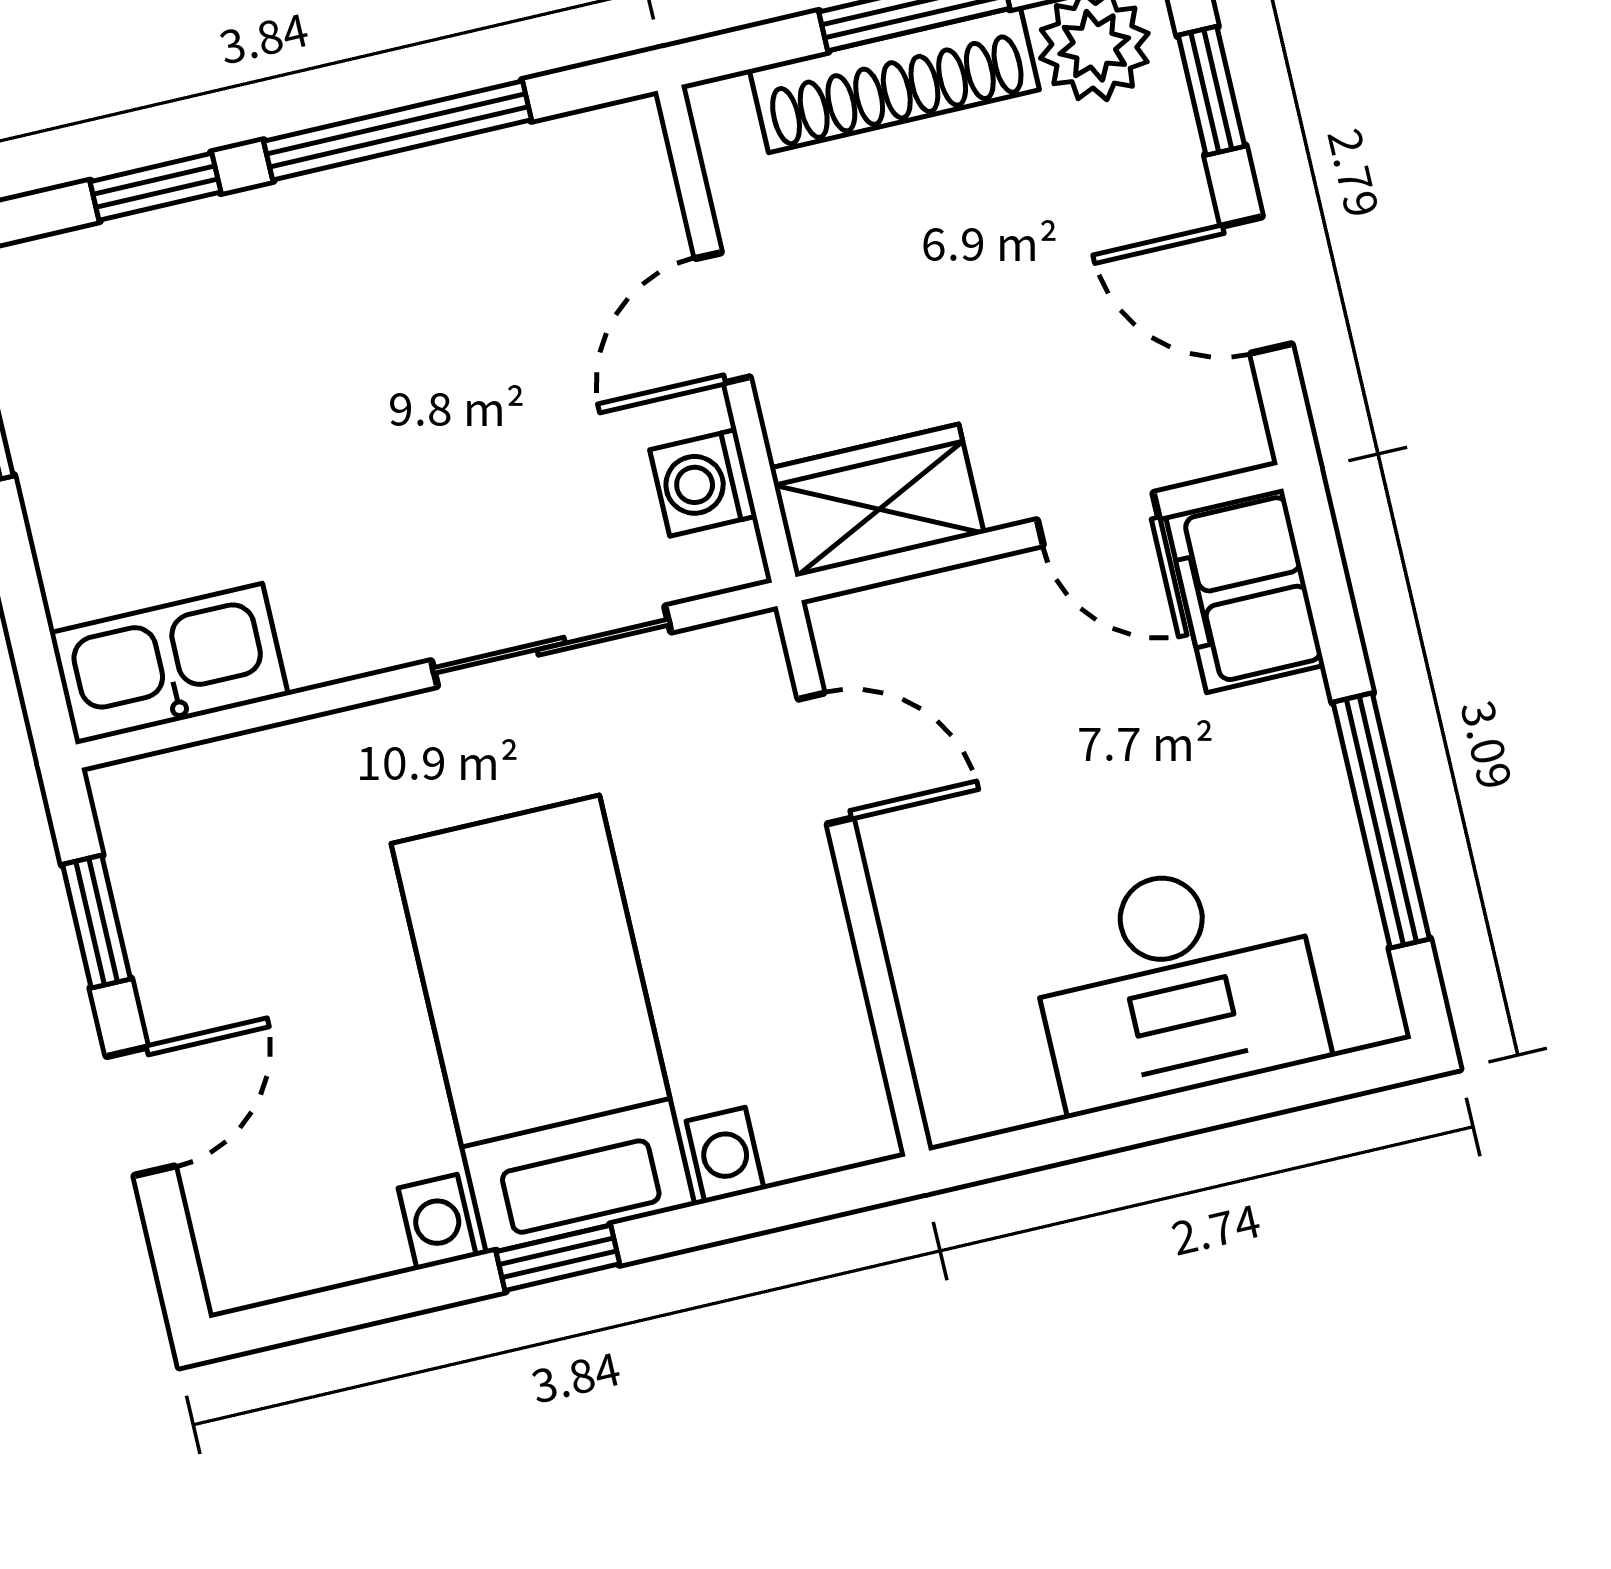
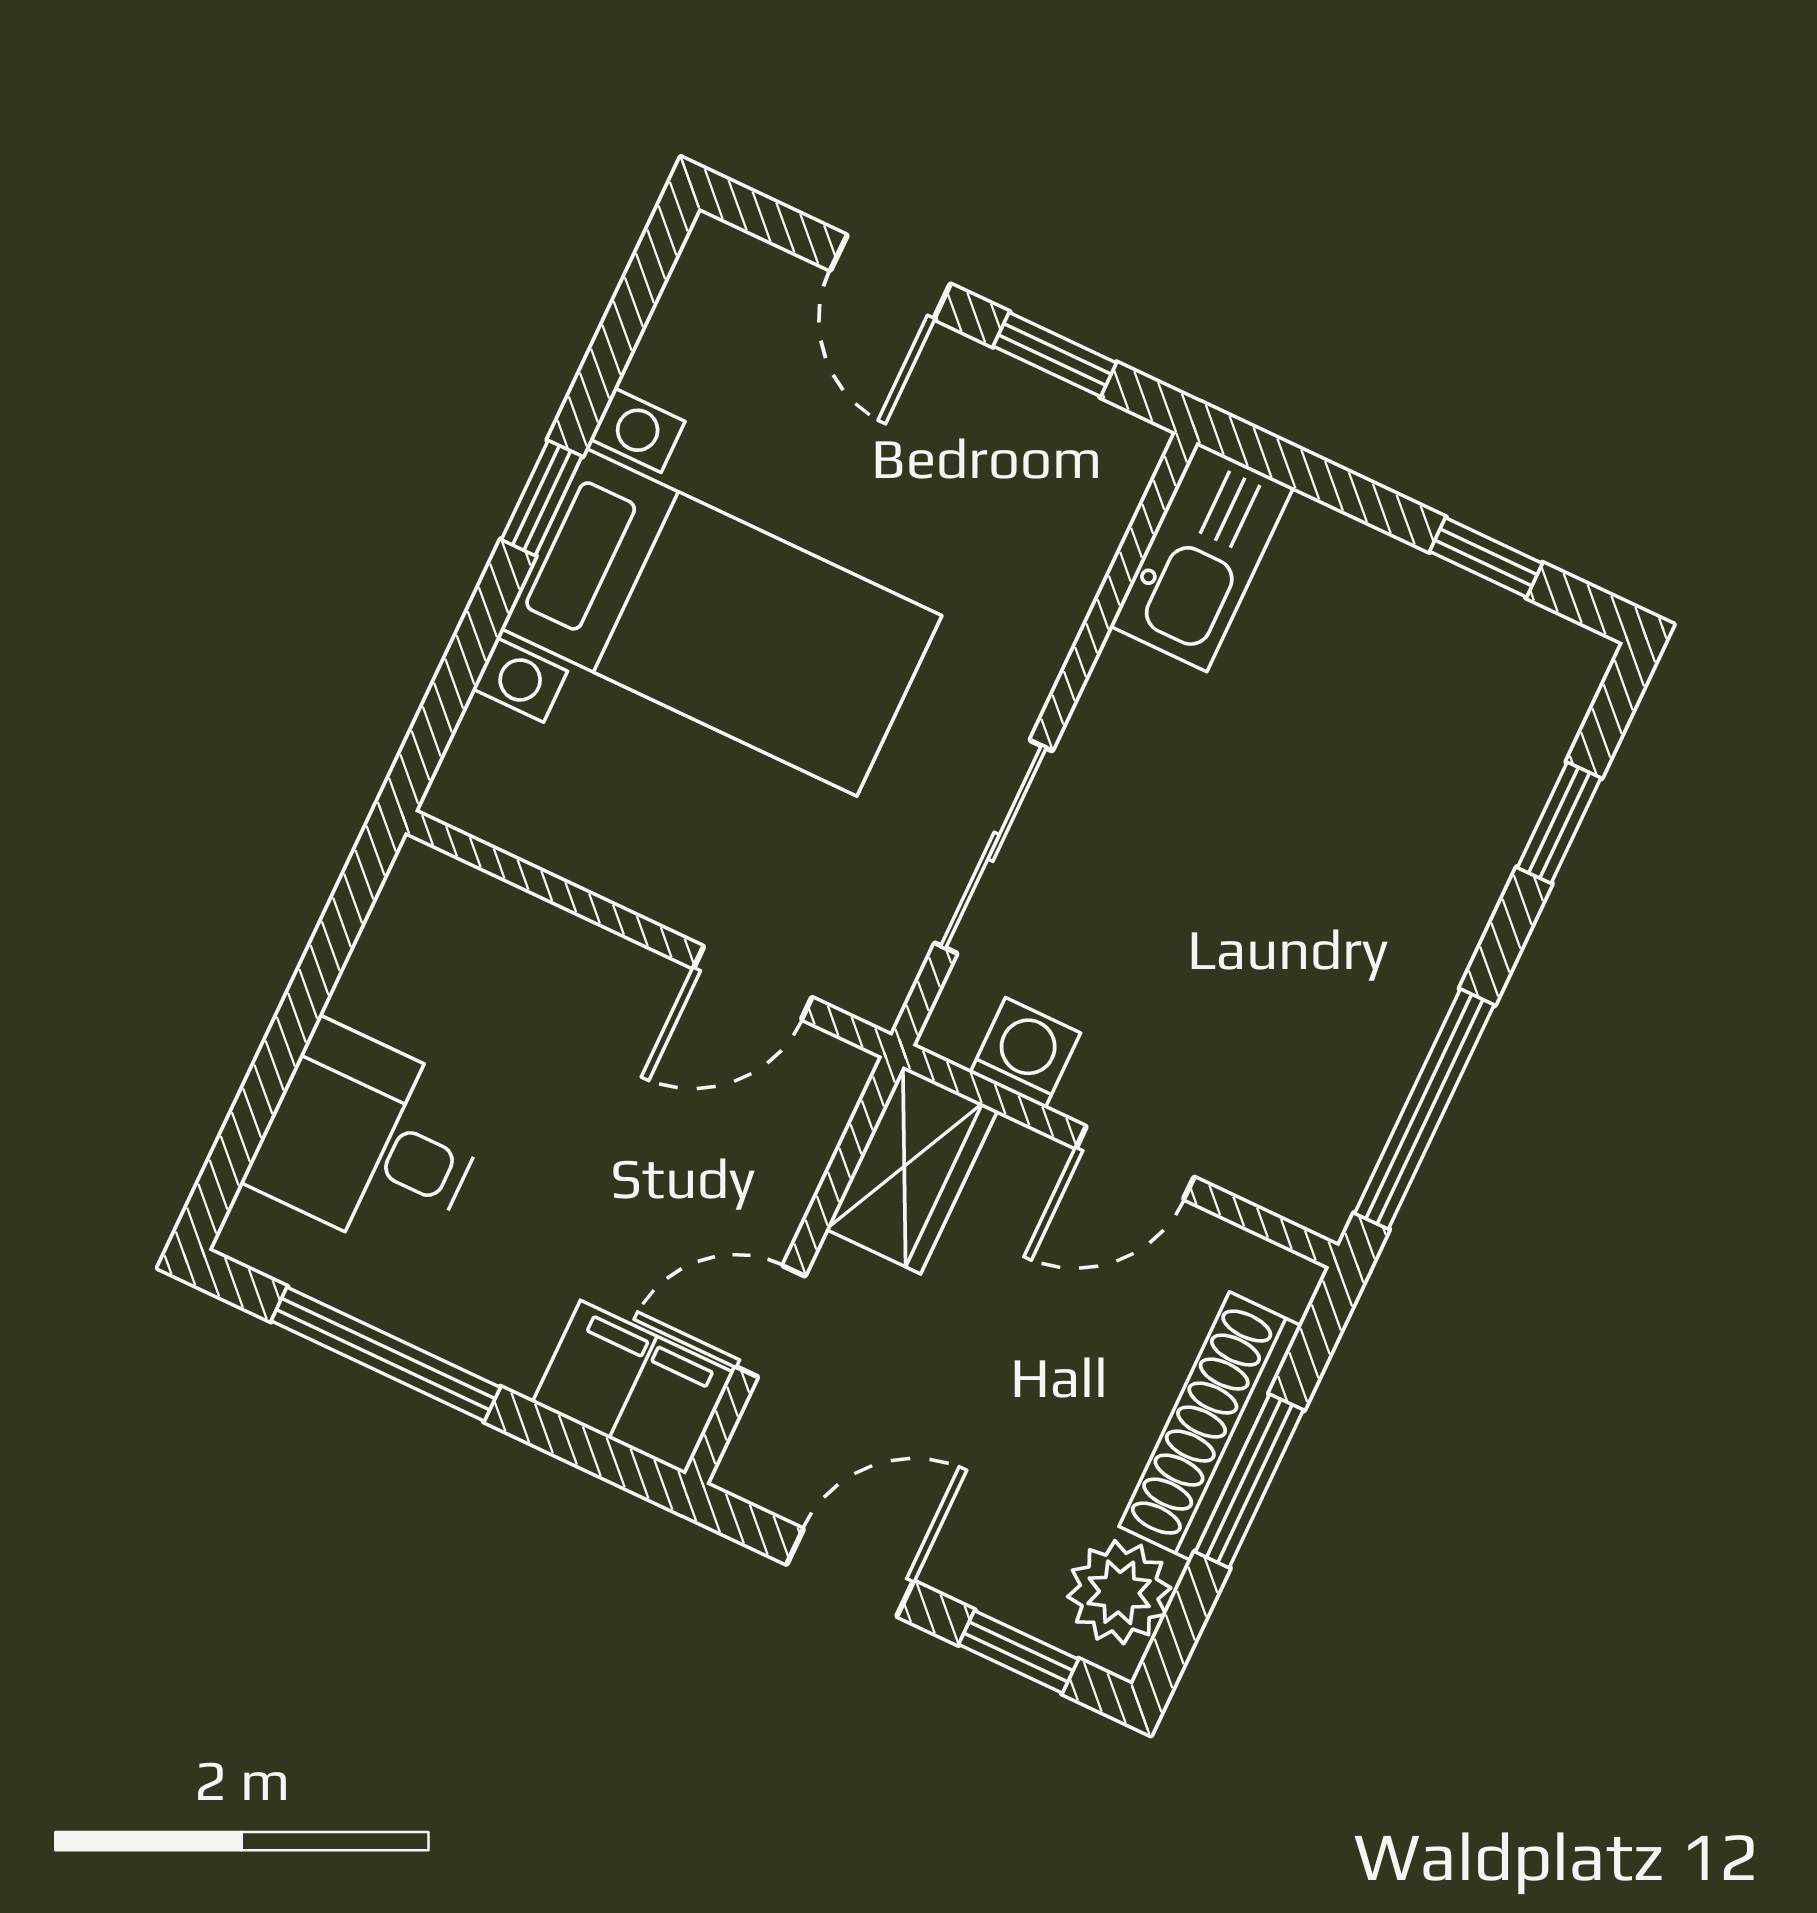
window: (398, 130) -> (1424, 1109), moved
door: (723, 318) -> (1135, 1163), swing flipped
desk: (1176, 983) -> (370, 1141), width x0.73

